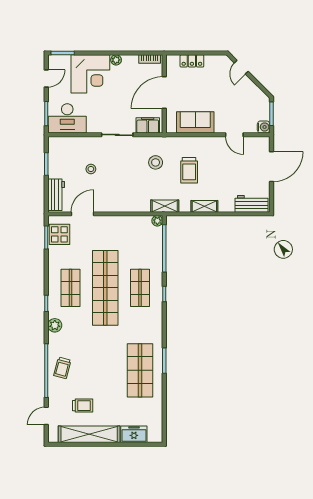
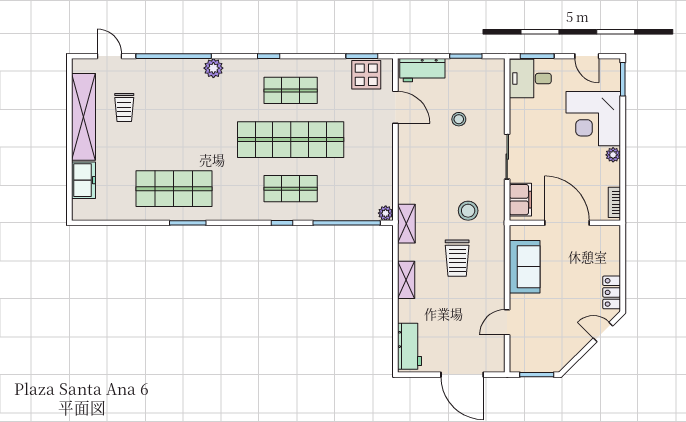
locker: (192, 61) -> (612, 292), moved
desk: (67, 118) -> (530, 79), width x0.73
water cooler: (264, 127) -> (518, 364), removed
trolley: (189, 170) -> (457, 258), turned -90
plant: (55, 325) -> (213, 68), moved
trolley: (62, 368) -> (177, 79), removed

